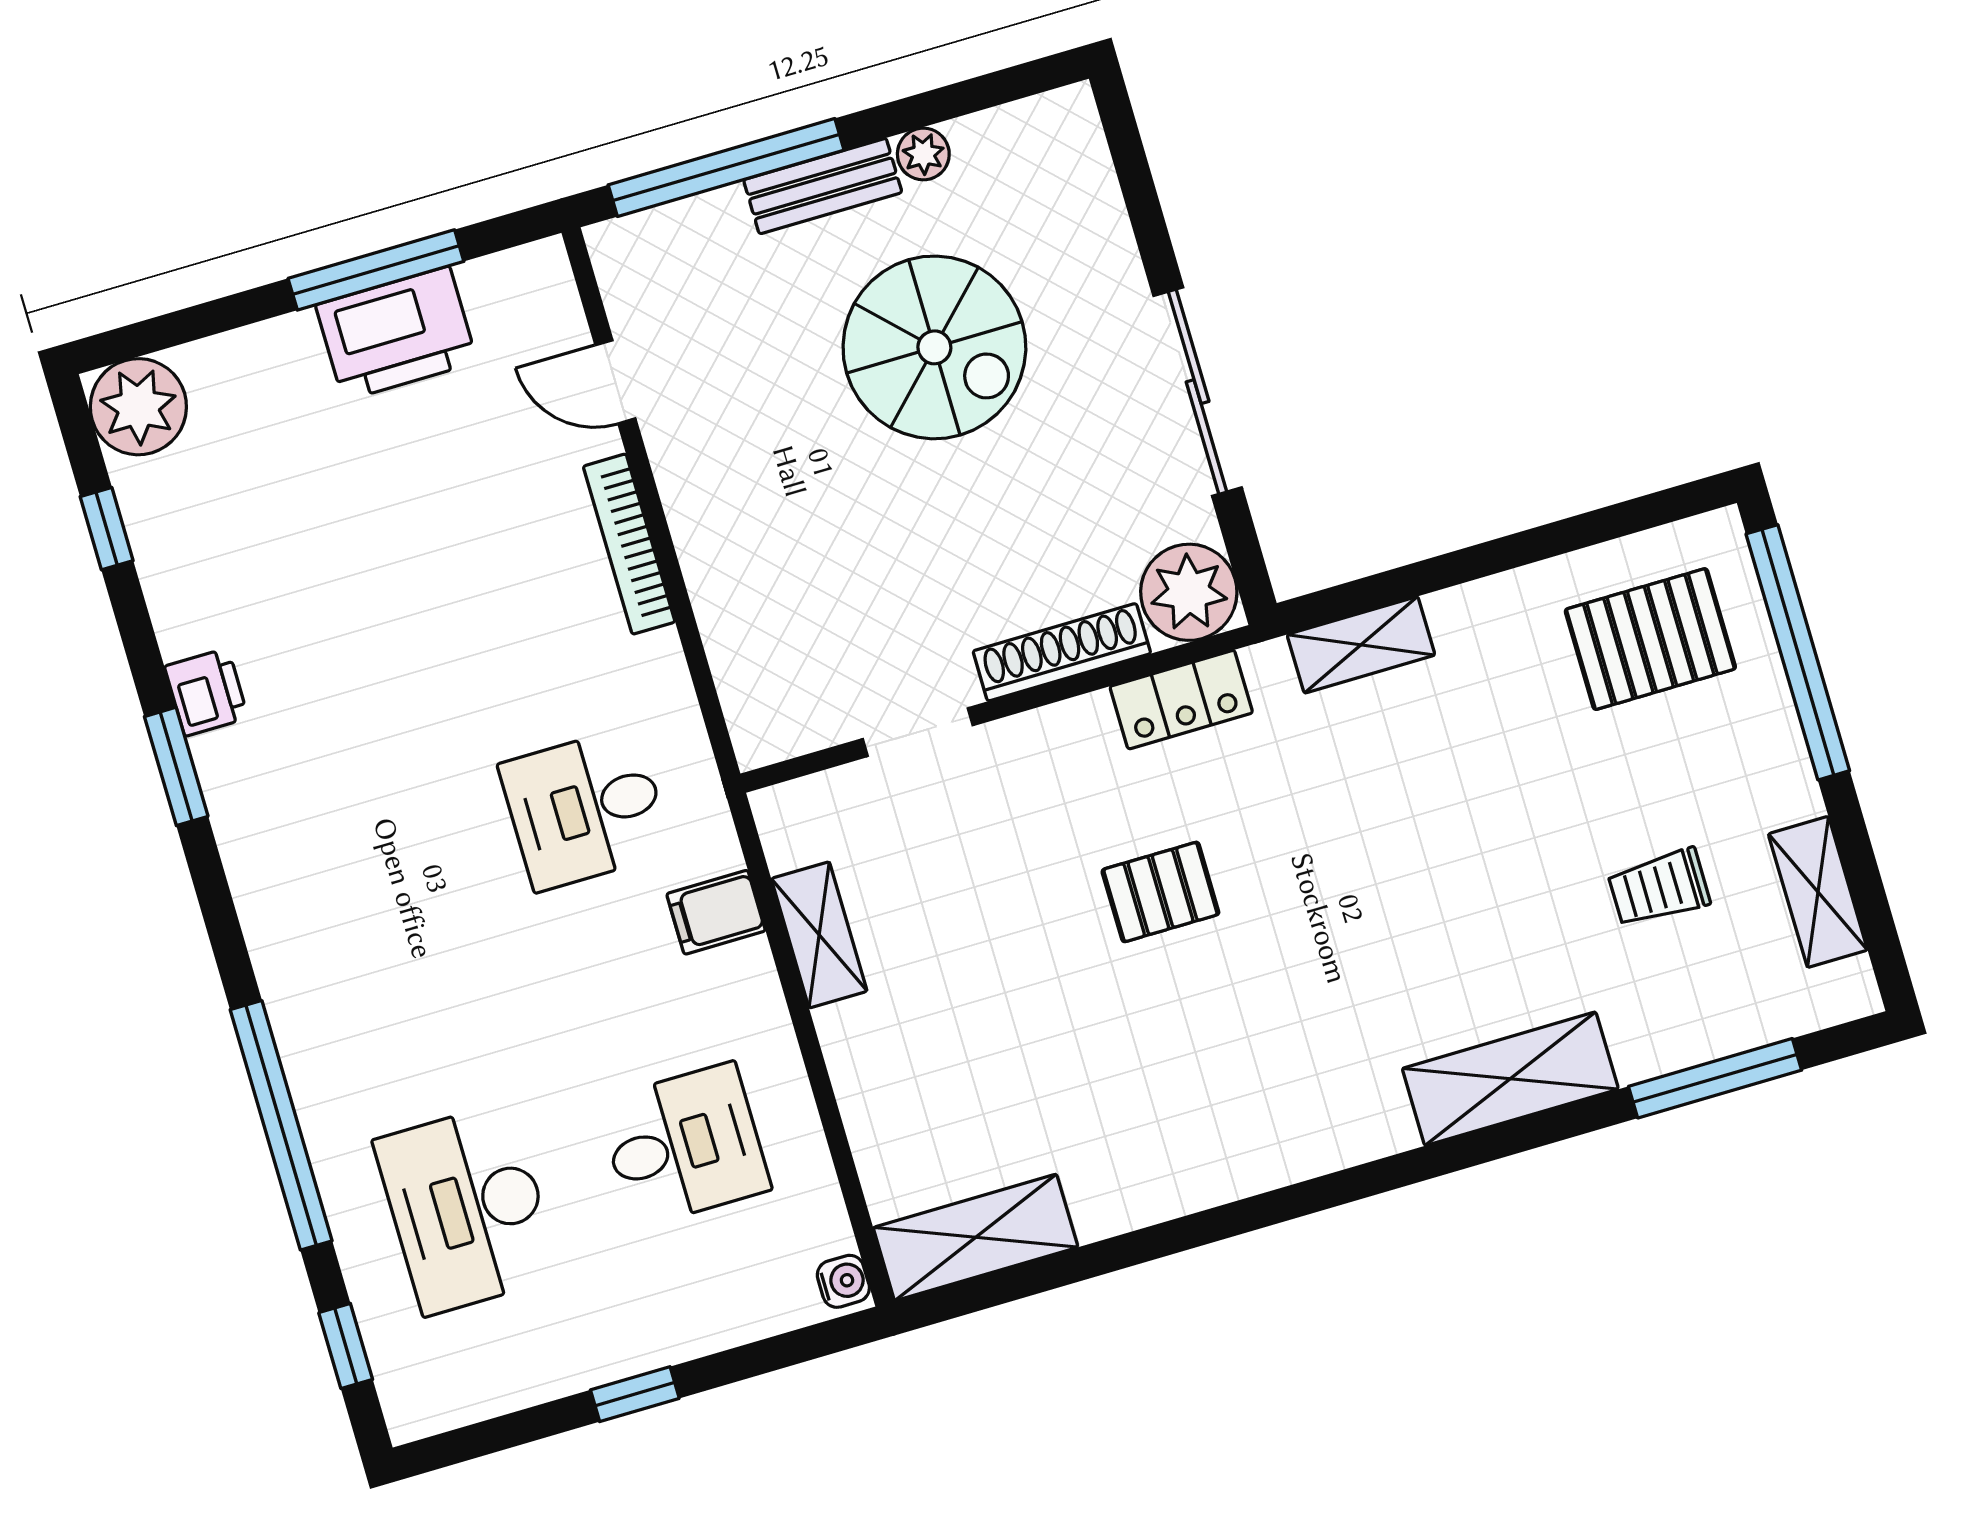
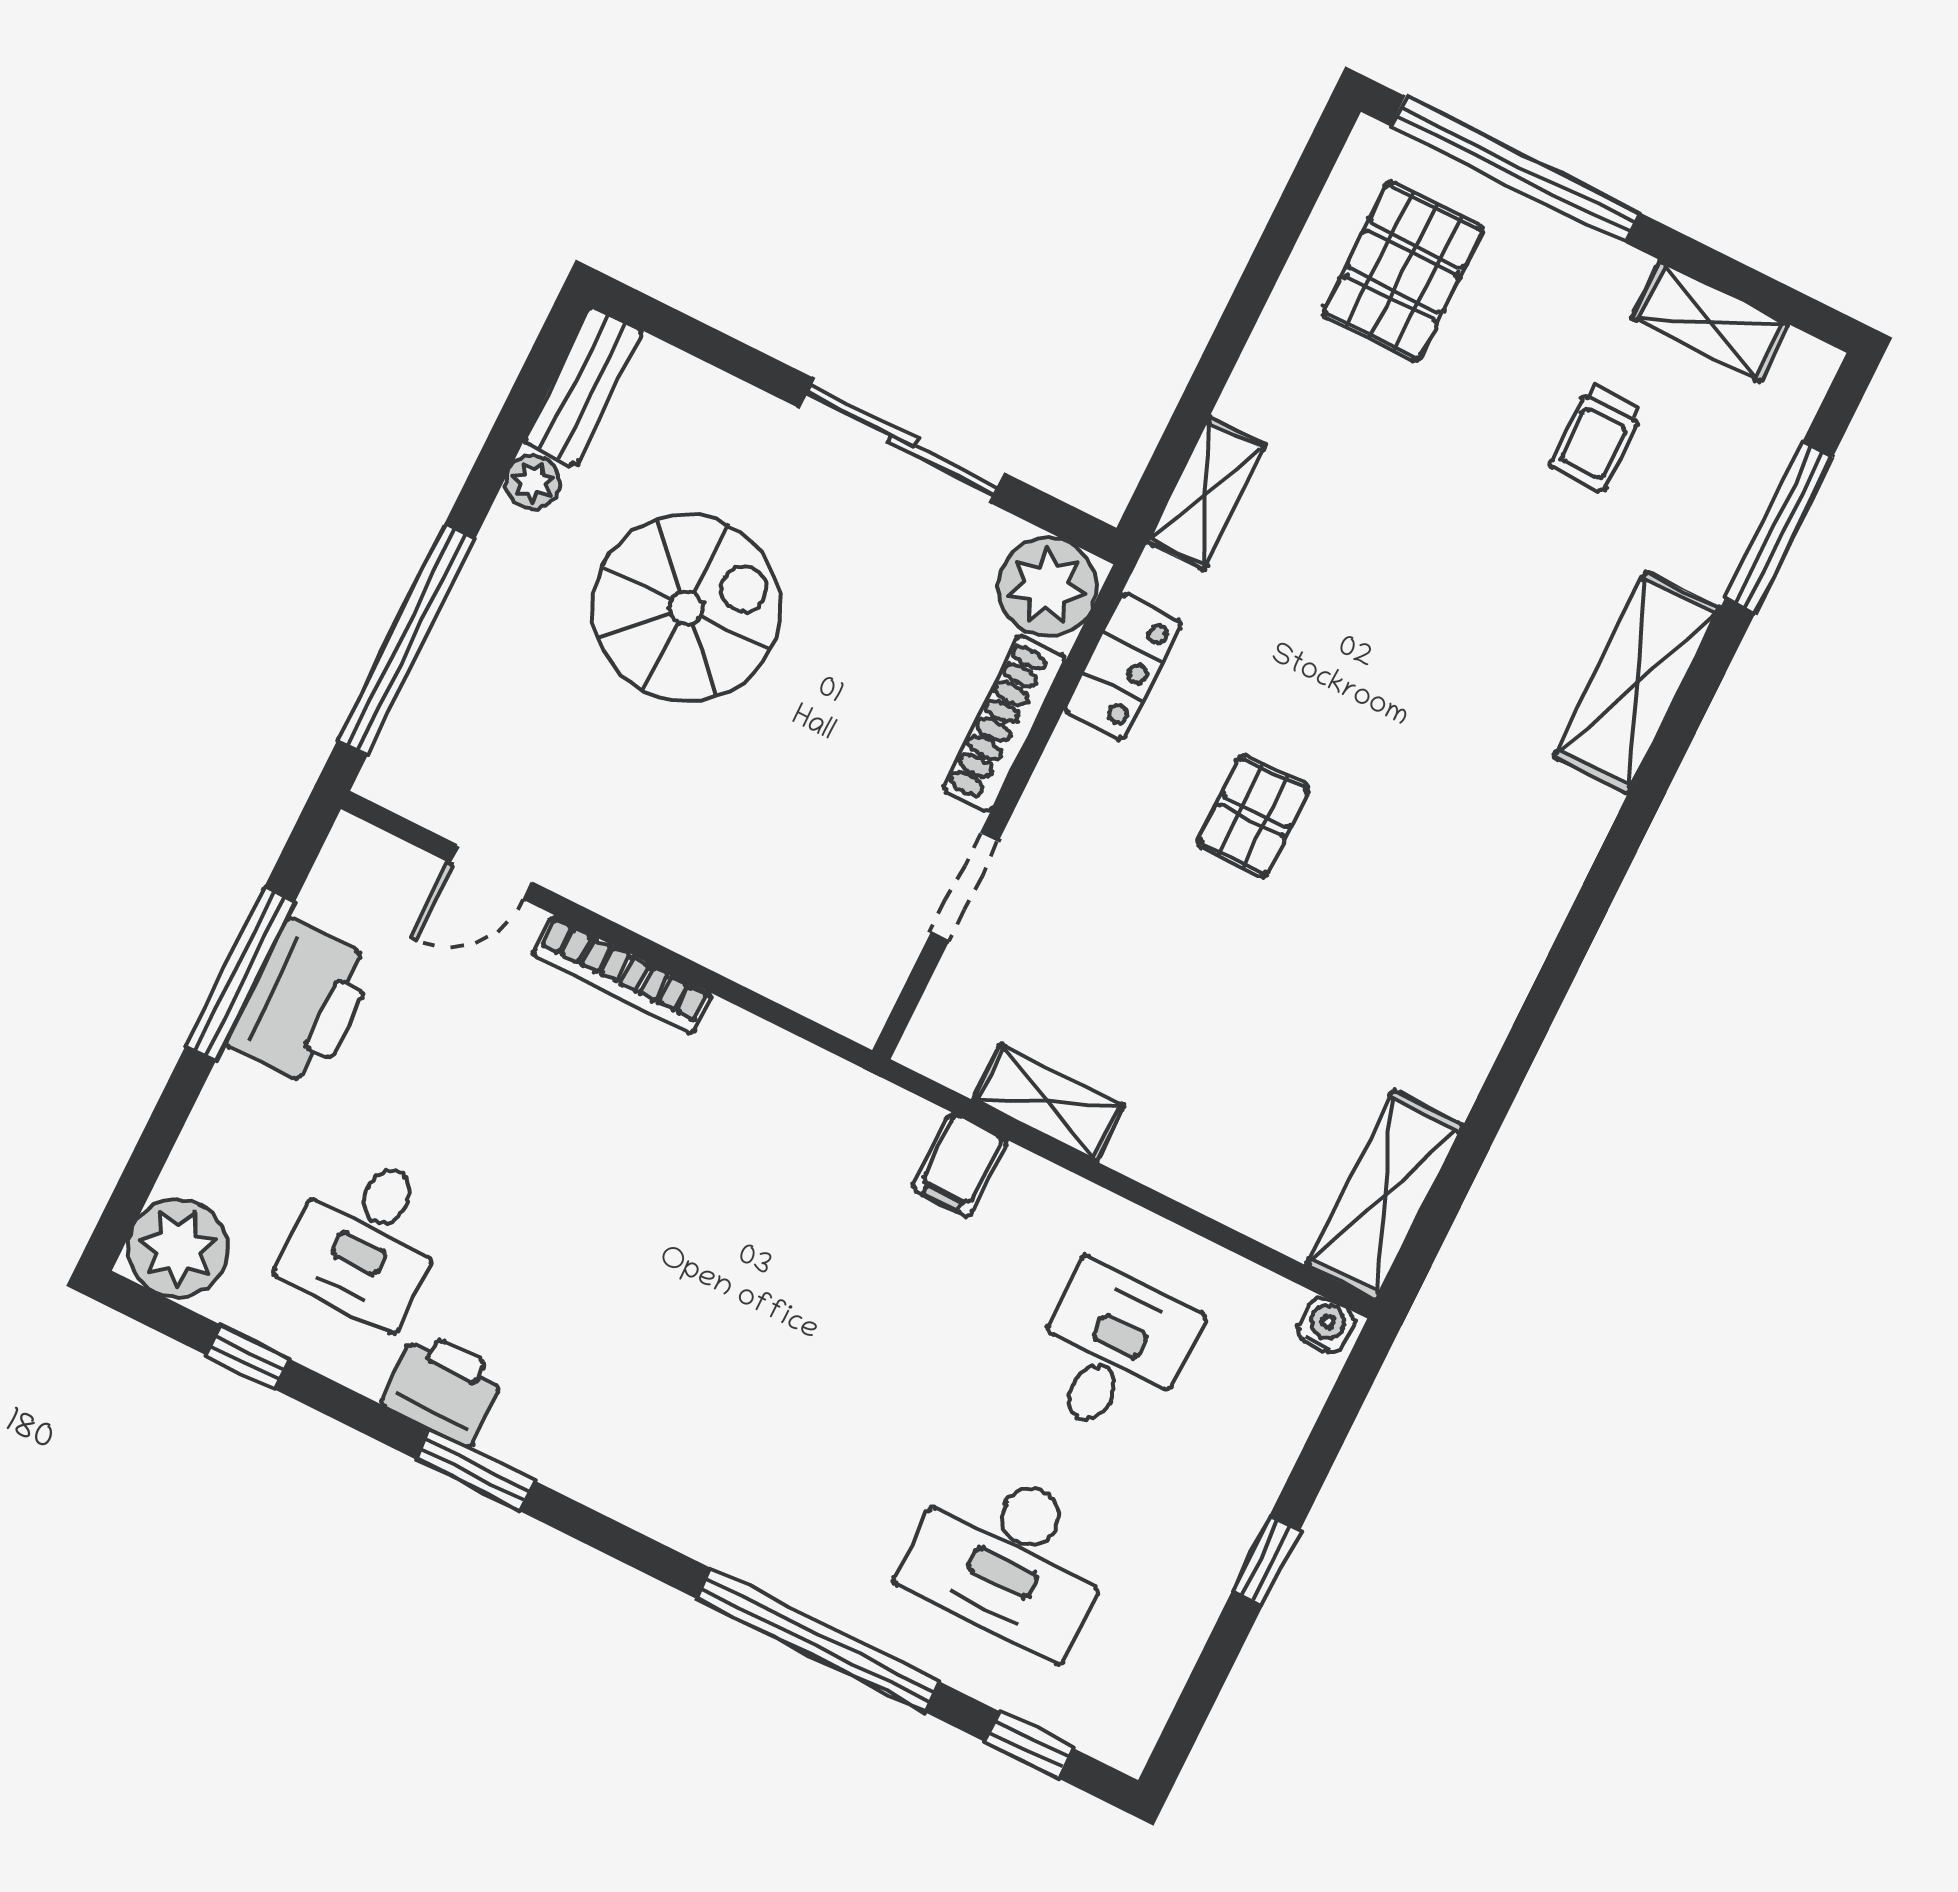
bench: (823, 186) -> (583, 386), moved
printer: (206, 692) -> (444, 1388), width x1.36, depth x1.24
desk: (585, 809) -> (366, 1238), moved

